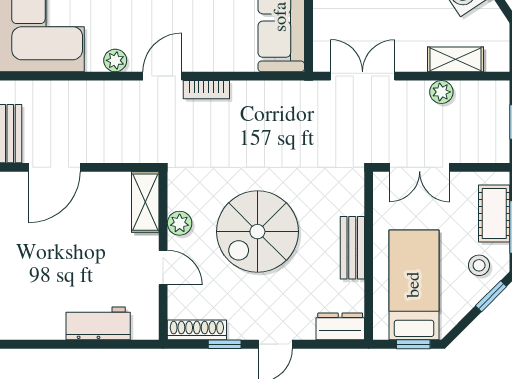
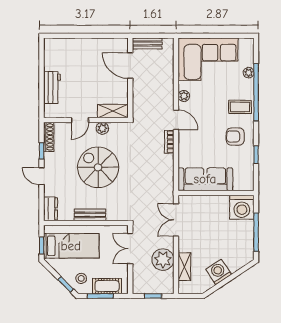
double door: (363, 76) -> (176, 220), swing flipped
plant: (441, 92) -> (163, 260), width x1.87, depth x1.87

